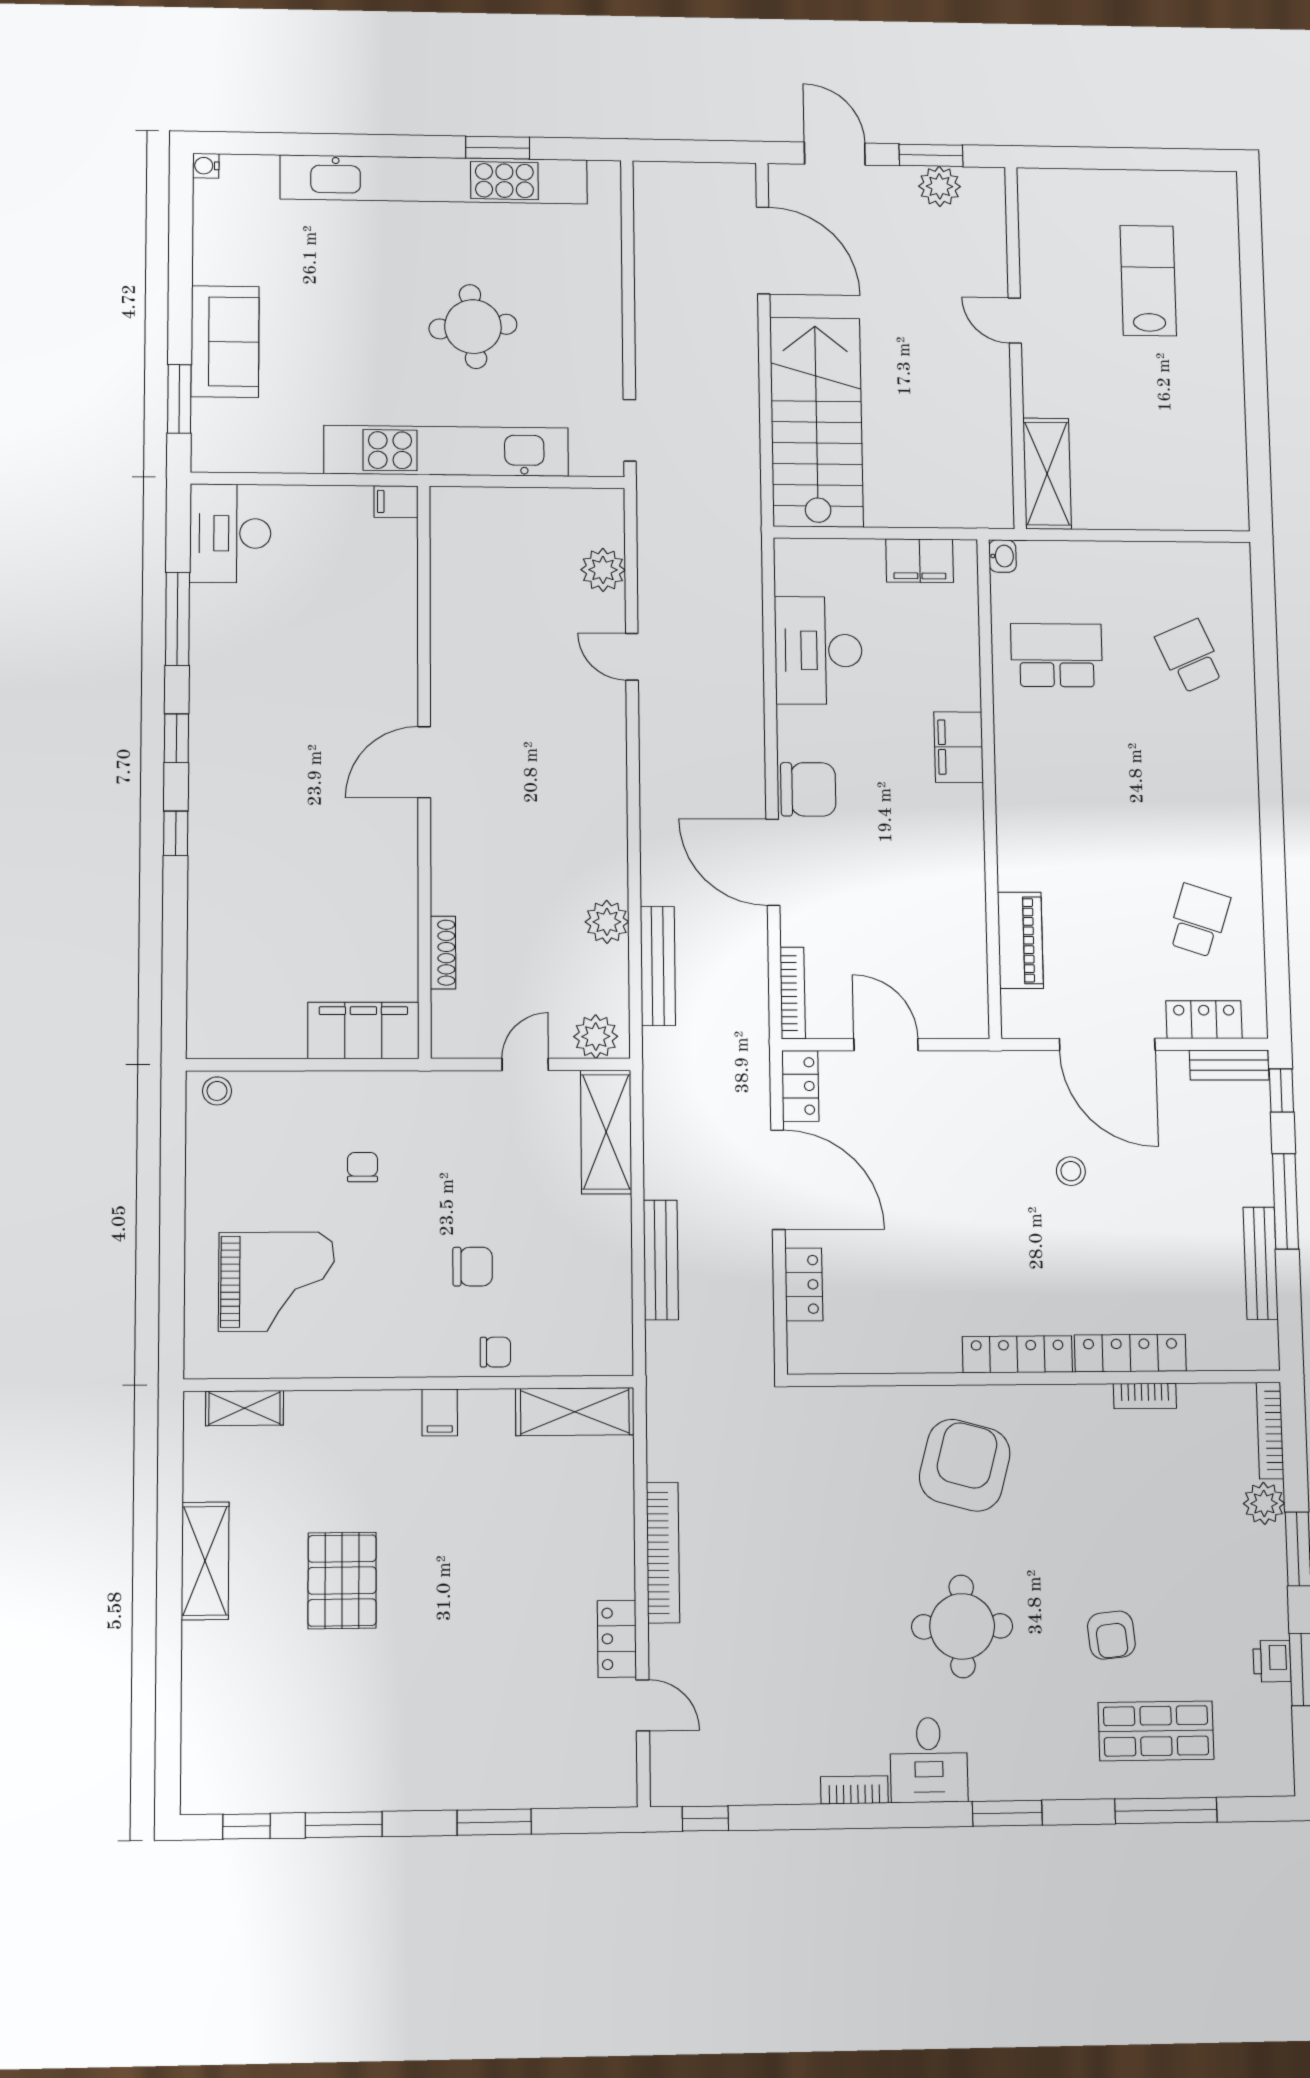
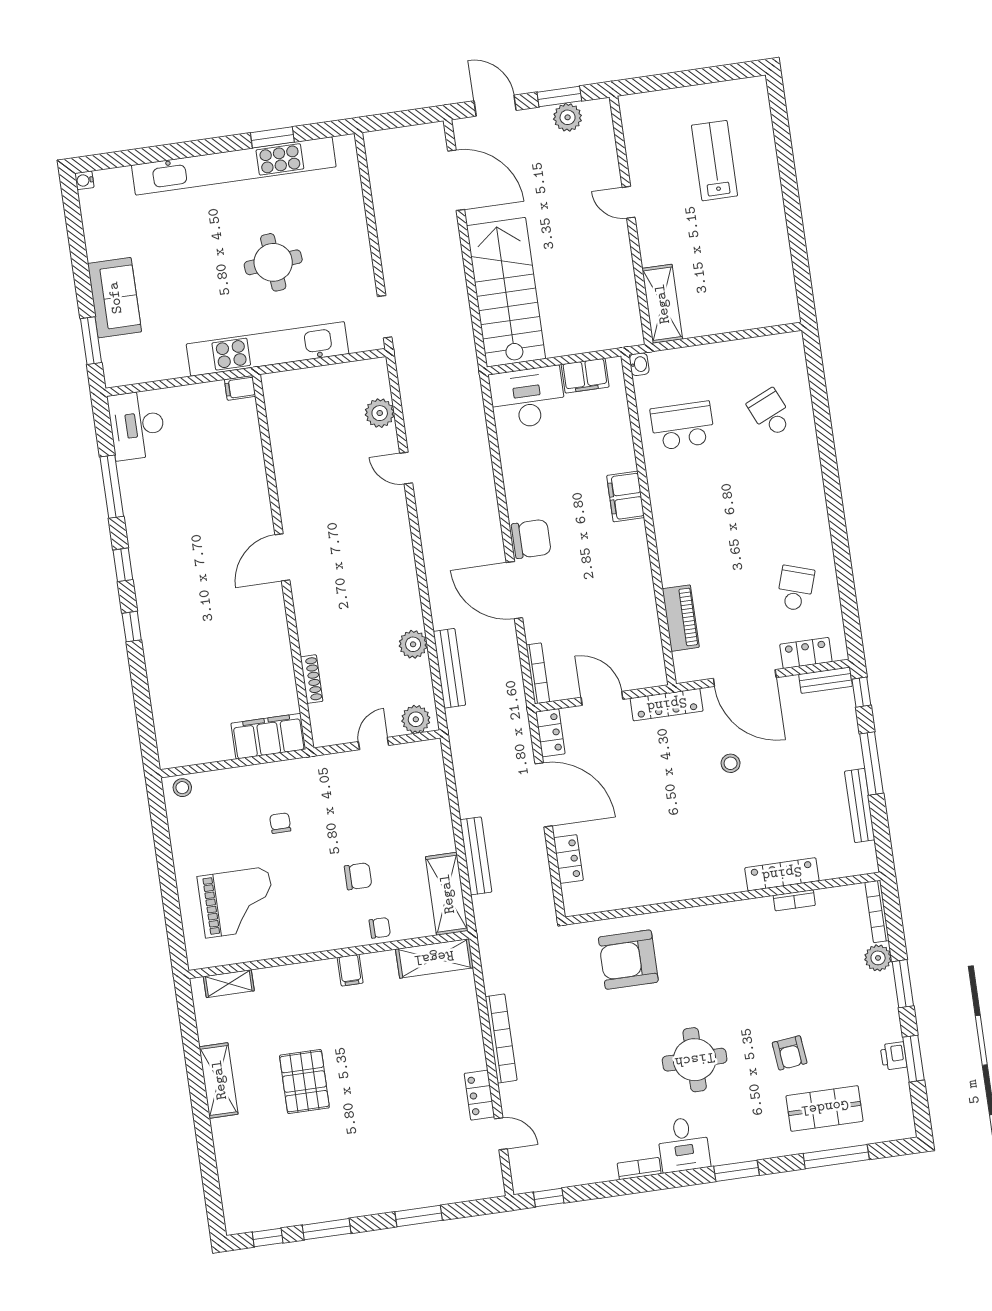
desk: (818, 650) -> (527, 398), moved, turned 90
shelving: (606, 1132) -> (447, 894), moved
locker: (1017, 1354) -> (667, 705), moved, turned 180
armchair: (965, 1465) -> (628, 960), moved, turned -105

